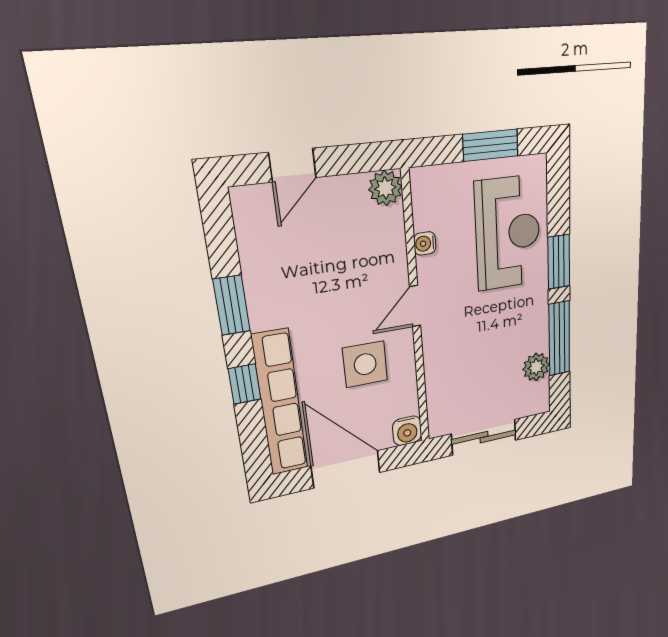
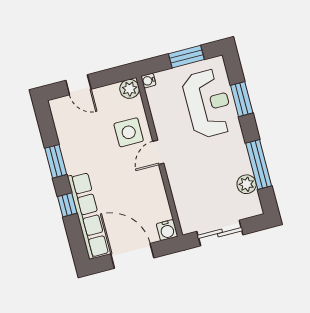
door: (293, 165) -> (78, 85), hinge flipped
water cooler: (425, 243) -> (148, 81), moved
window: (559, 262) -> (242, 99), moved
side table: (365, 364) -> (129, 132), moved

